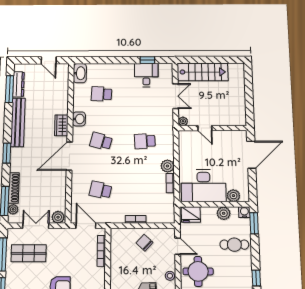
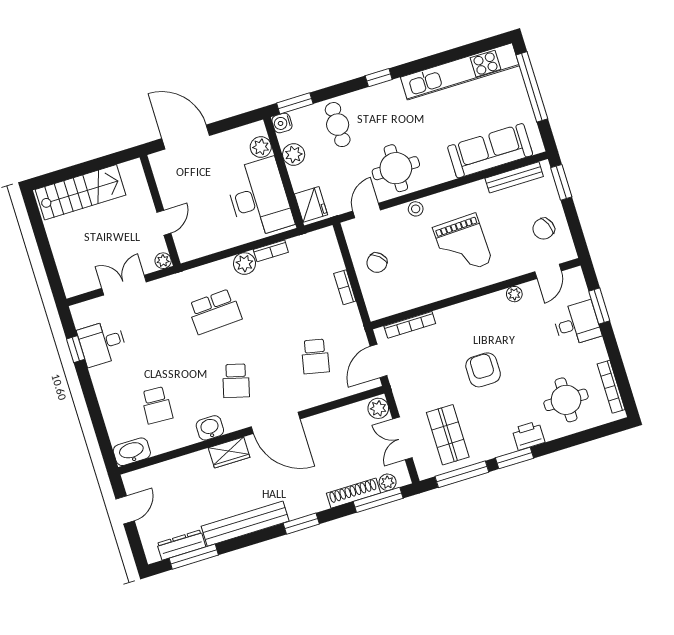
stairs: (203, 72) -> (80, 192), moved, turned 90
school desk: (145, 141) -> (215, 311), width x1.85

